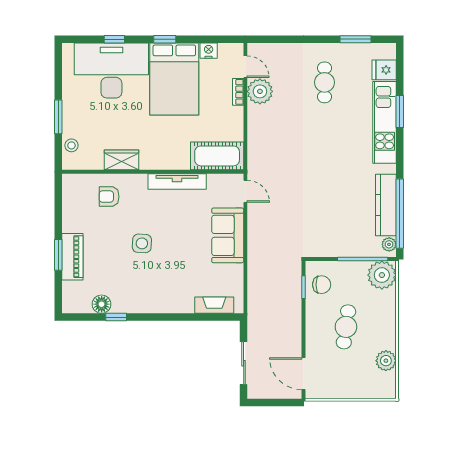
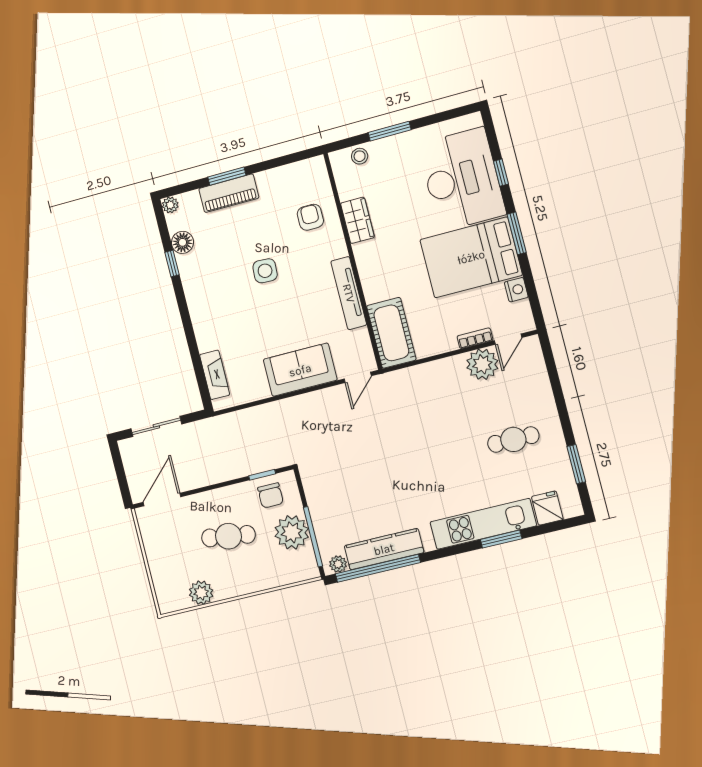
window: (165, 39) -> (517, 233), width x1.50
plant: (382, 275) -> (292, 532), moved
plant: (69, 307) -> (170, 205), added

